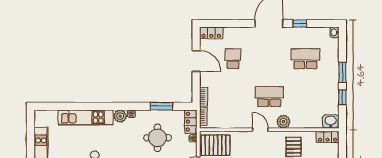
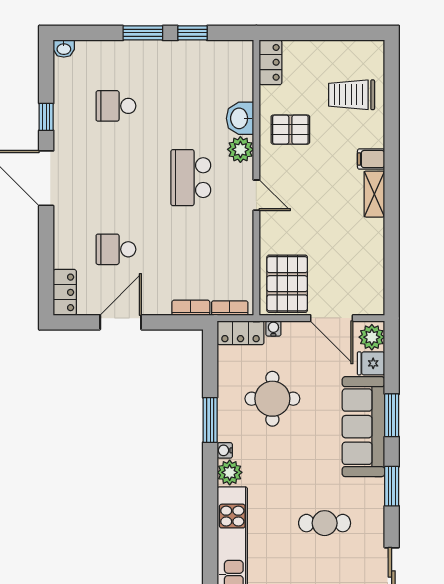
school desk: (305, 59) -> (116, 106), width x0.54
window: (161, 106) -> (210, 420), moved
washbasin: (331, 121) -> (240, 118), moved
door: (260, 130) -> (256, 195), swing flipped

